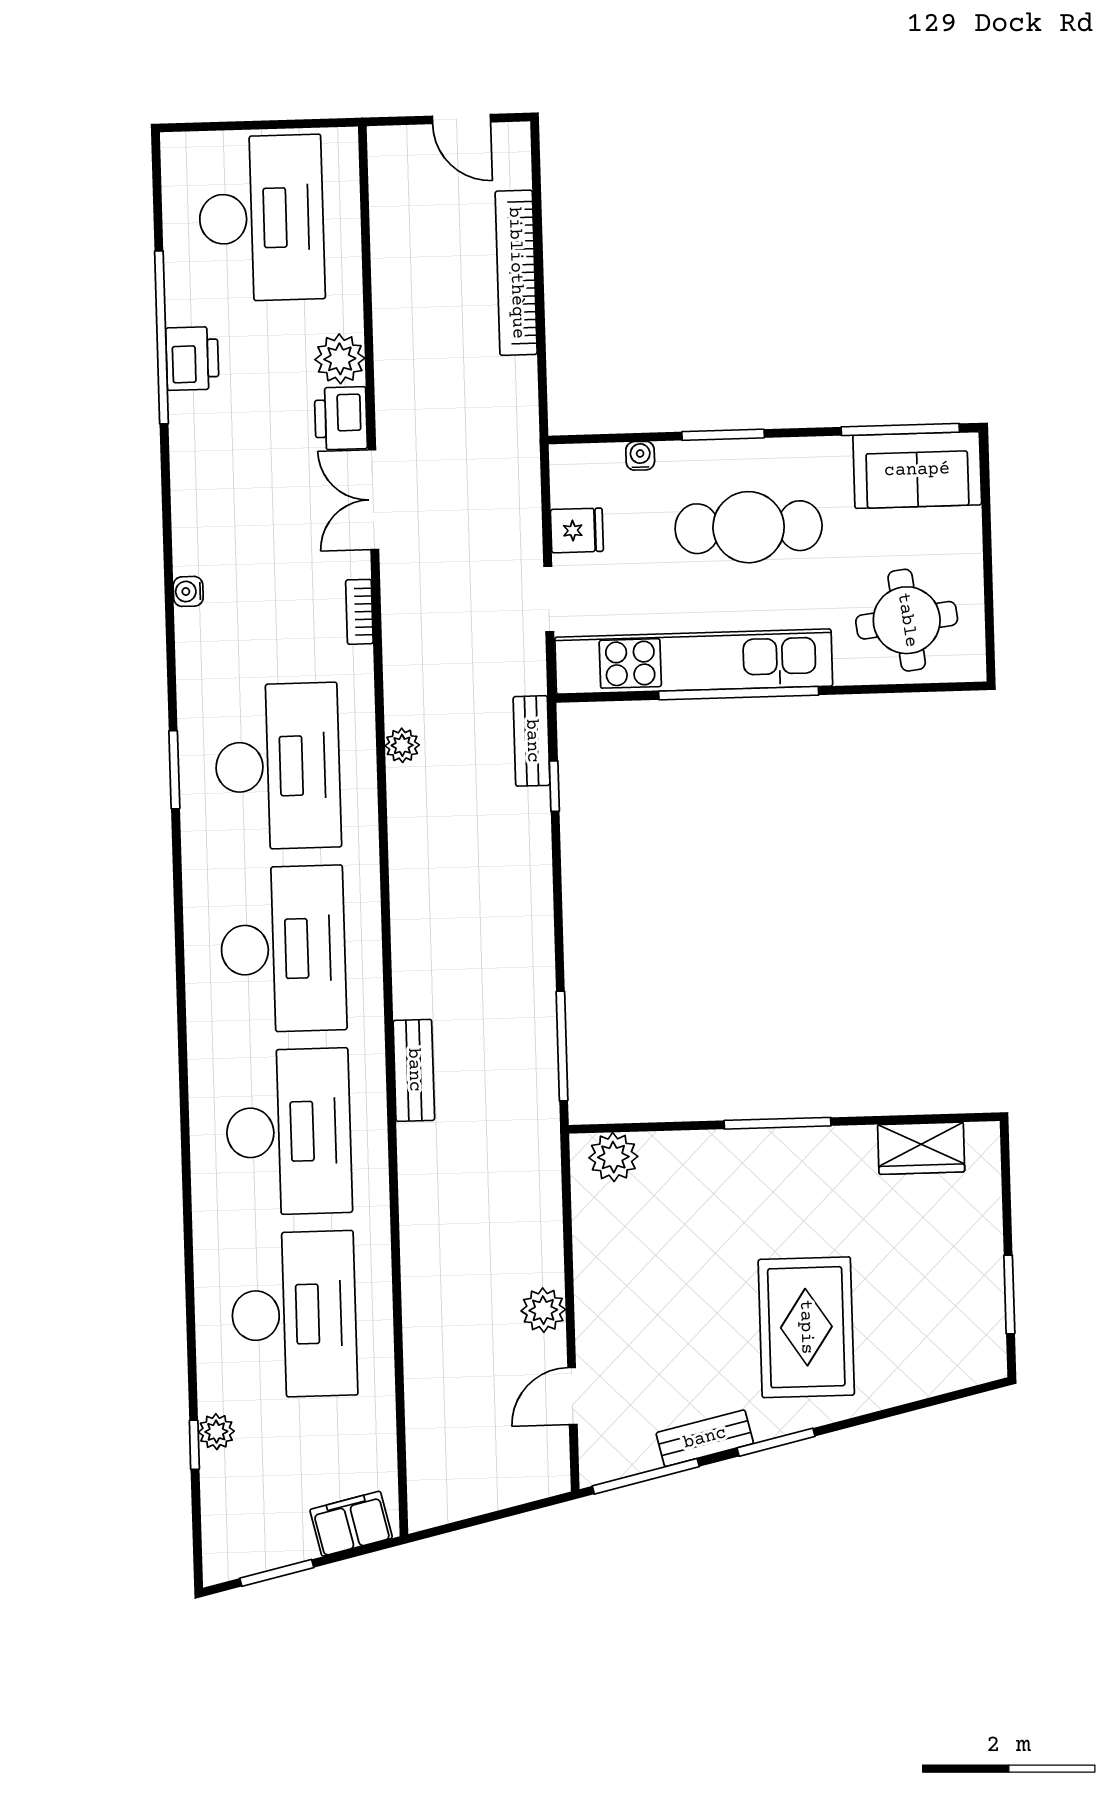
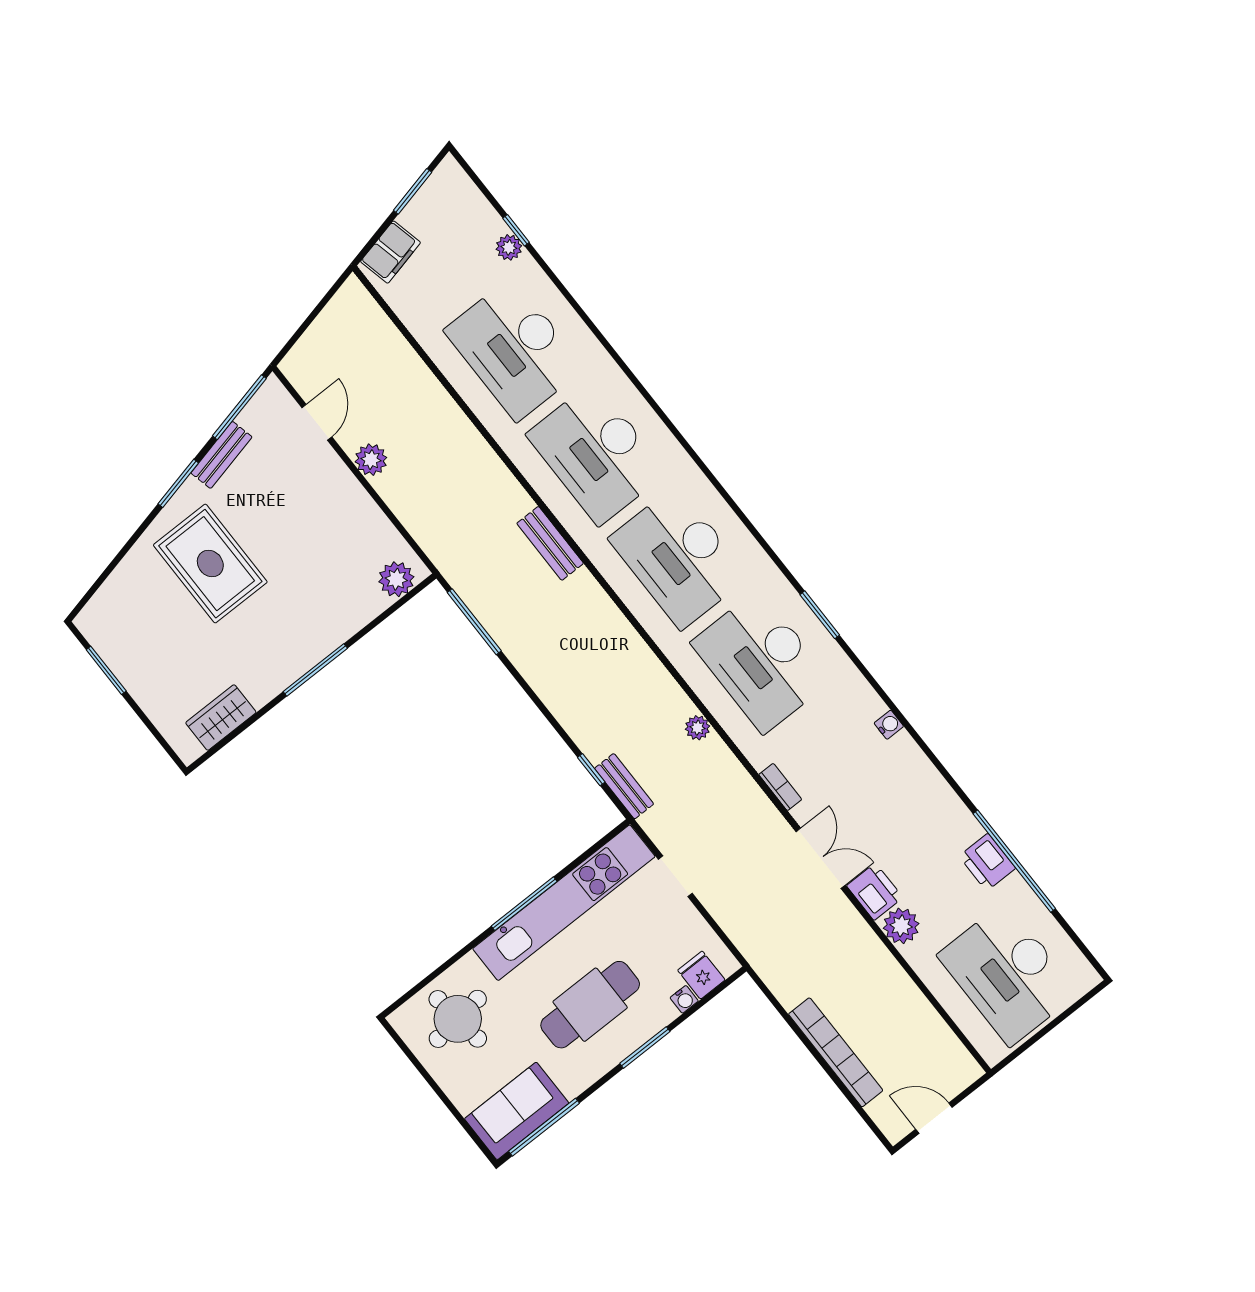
fridge: (577, 530) -> (701, 975), moved, turned 90
window: (739, 693) -> (524, 904), width x0.68

